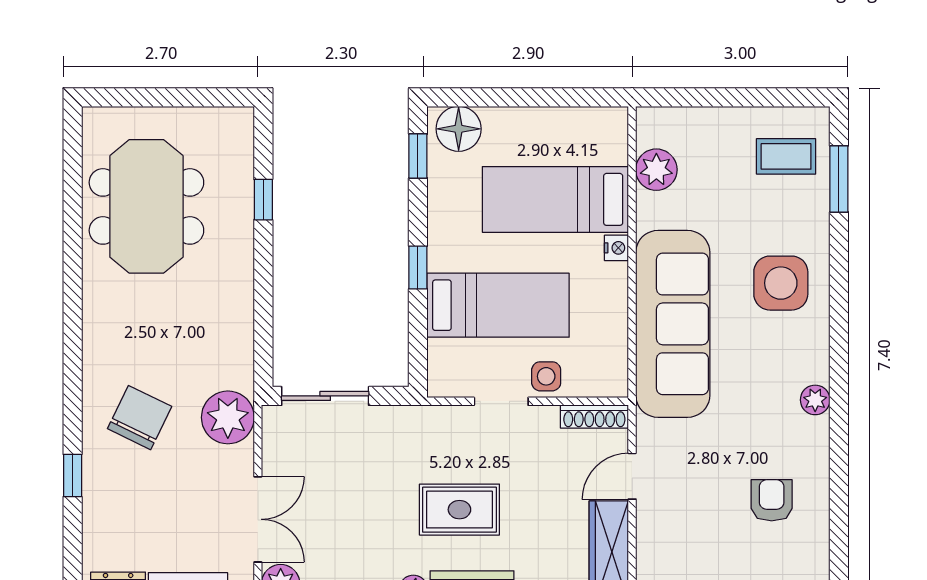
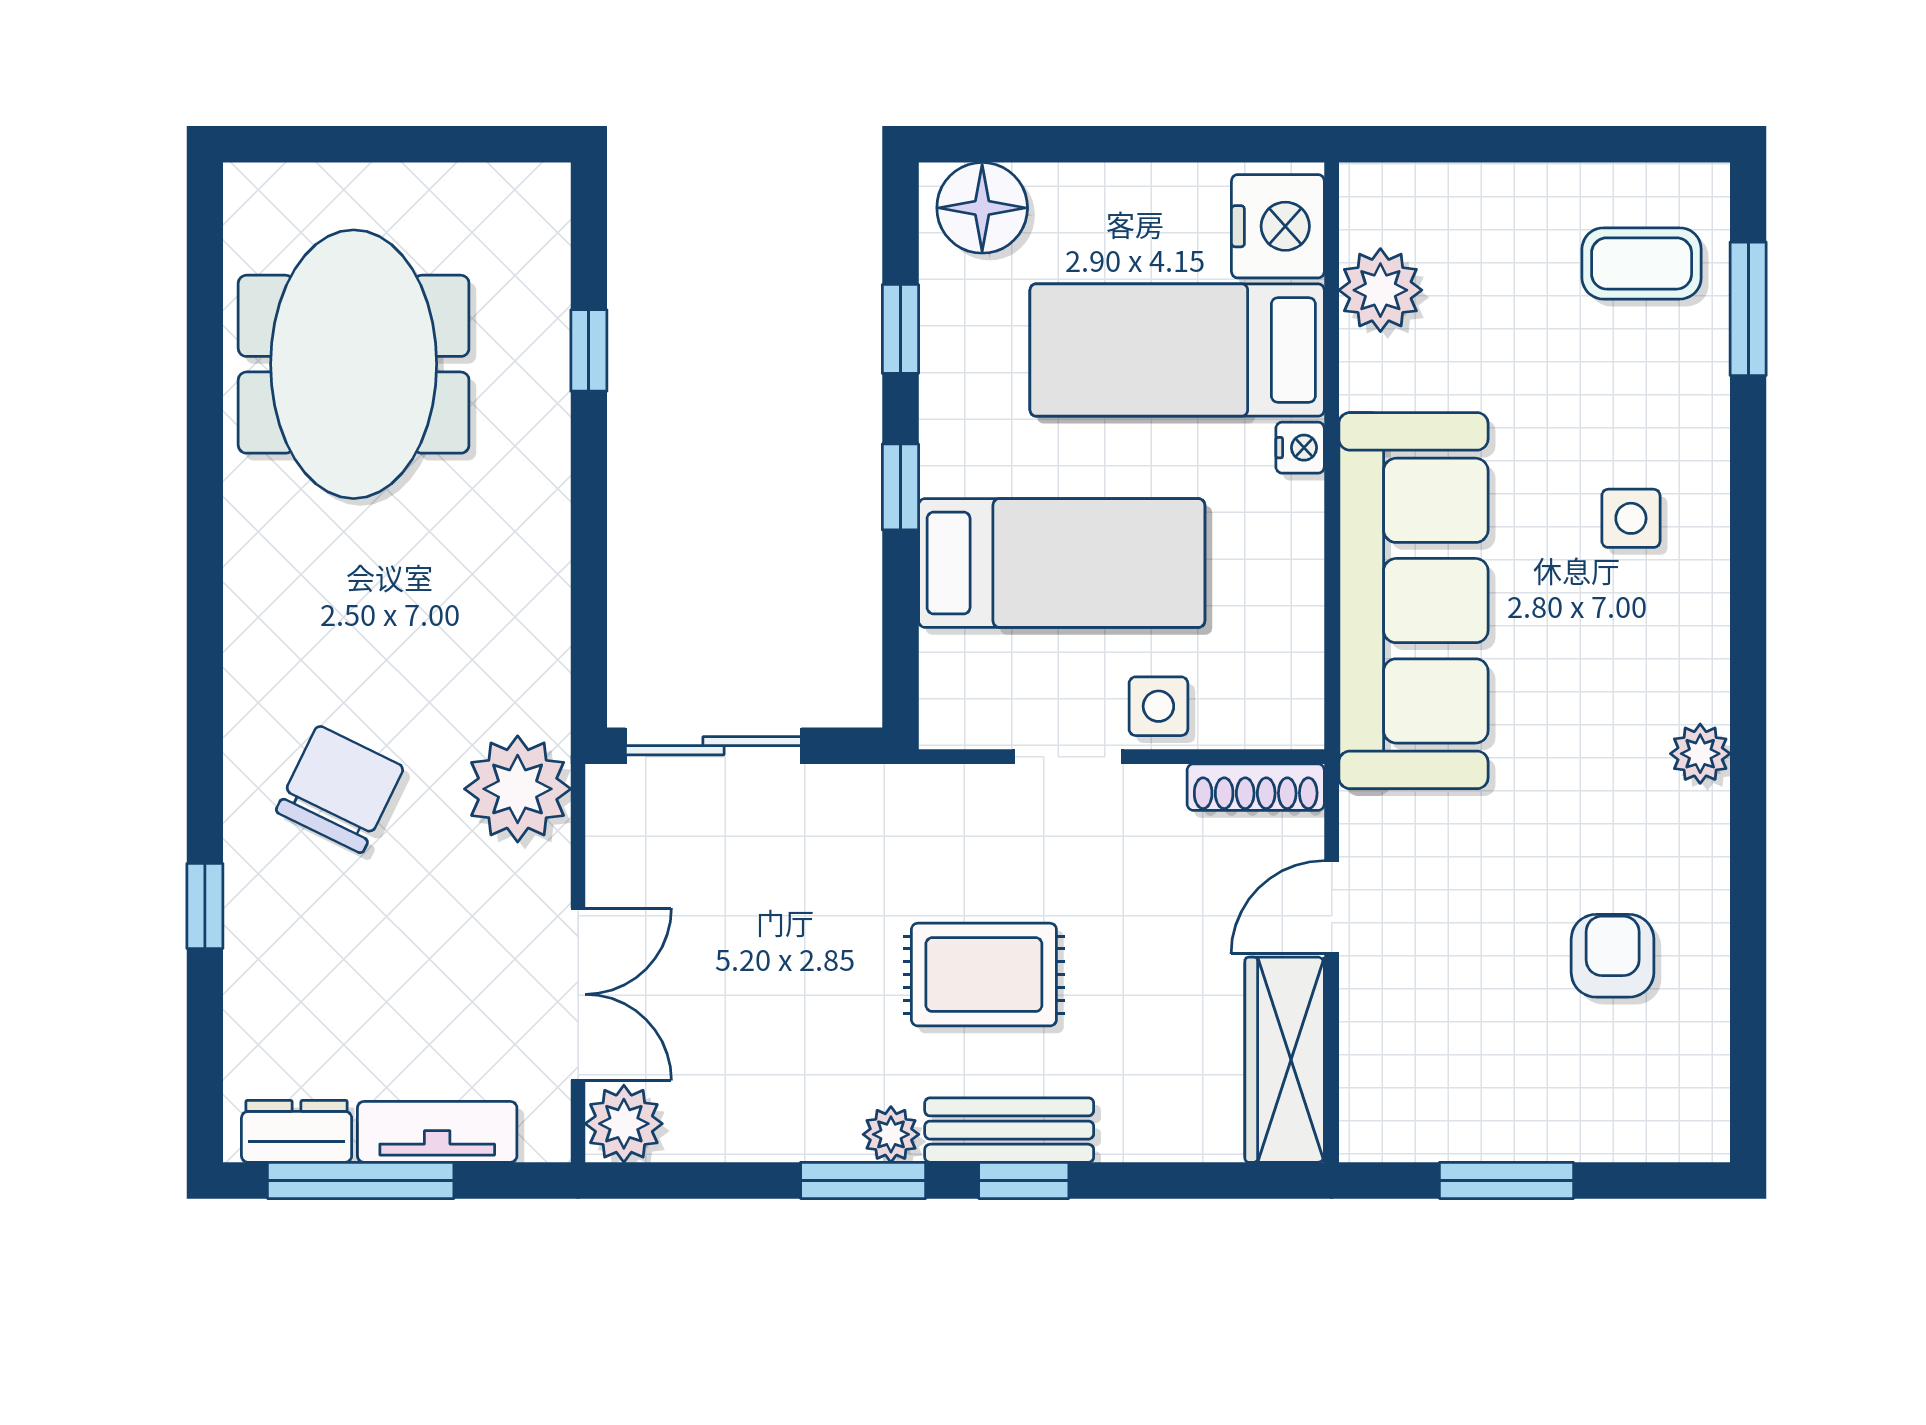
nightstand: (605, 138) -> (1278, 226), added
window: (418, 156) -> (900, 329), moved
side table: (781, 283) -> (1631, 518), width x0.54, depth x0.54

